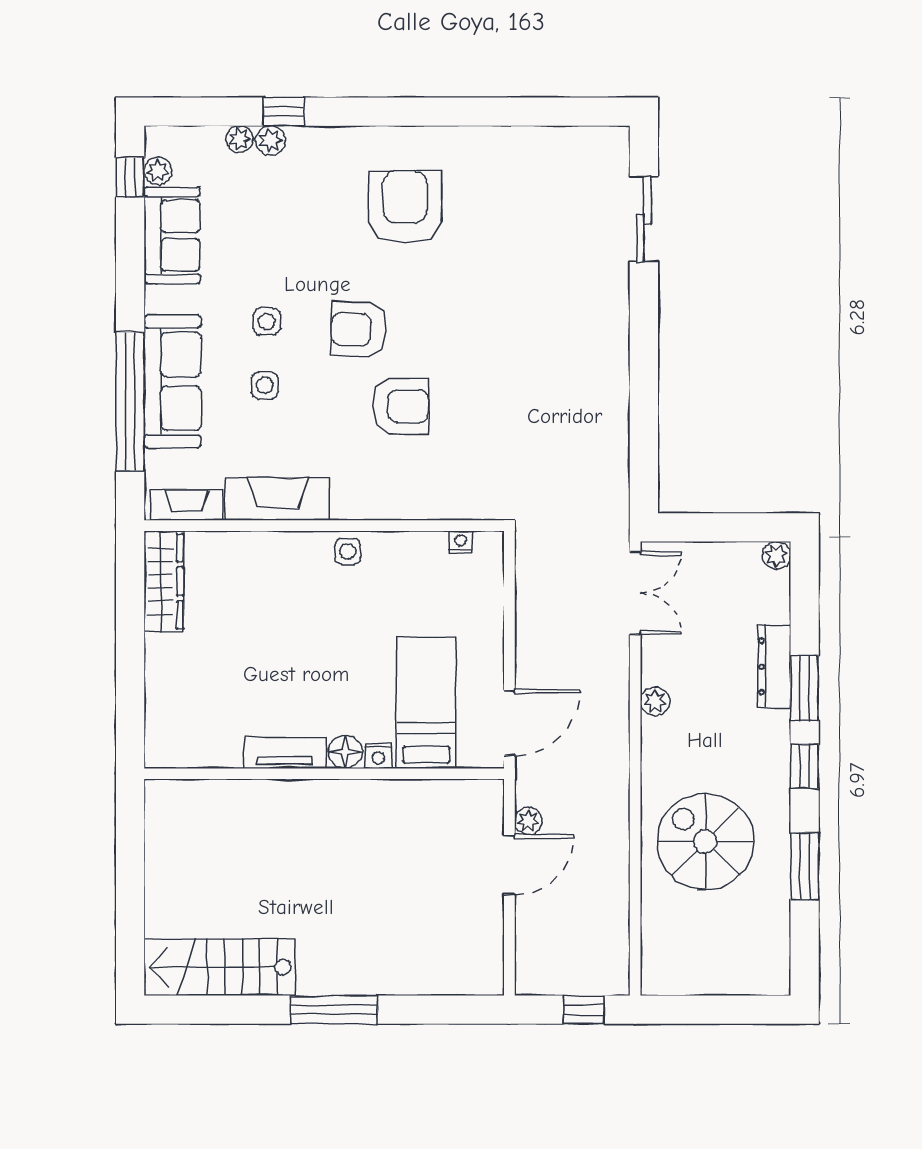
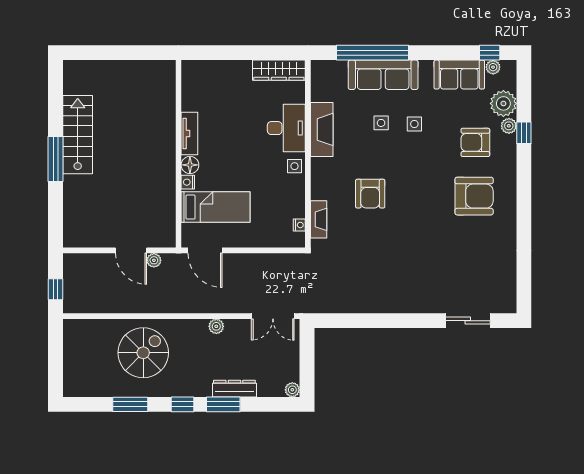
plant: (239, 139) -> (503, 103), width x1.88, depth x1.88
armchair: (359, 330) -> (475, 142), moved, turned -92
fireplace: (187, 505) -> (319, 219), moved
desk: (275, 567) -> (286, 128), added
stairs: (220, 967) -> (78, 135), moved

